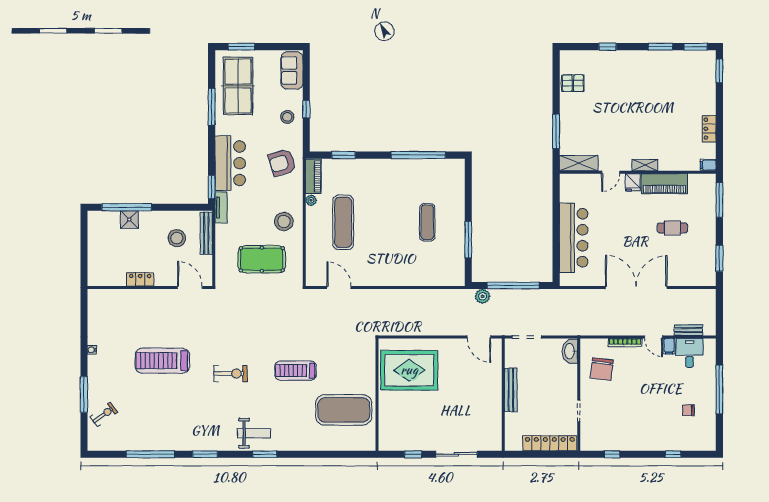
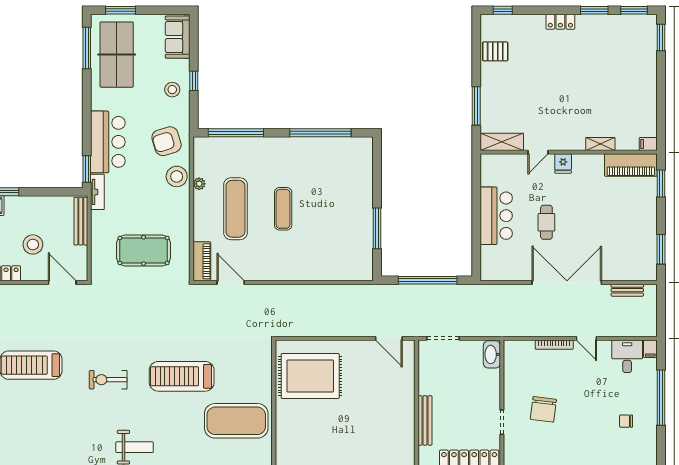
window: (607, 47) -> (503, 10), moved
window: (212, 107) -> (87, 48), moved
locker: (709, 129) -> (560, 22), moved, turned -90
window: (343, 155) -> (236, 133), width x2.11
shelving: (645, 165) -> (600, 144), moved
piano: (313, 176) -> (202, 261), moved
piano: (664, 184) -> (631, 165), moved
window: (719, 200) -> (661, 183), width x0.69
stool: (284, 222) -> (177, 176), moved
exercise mat: (427, 222) -> (283, 209), moved
cafe table: (672, 228) -> (546, 222), moved, turned 90
stool: (177, 238) -> (33, 244), moved
bar counter: (574, 238) -> (496, 216), width x0.73
plant: (483, 296) -> (393, 292), removed
bench: (688, 330) -> (627, 290), moved
filing cabinet: (669, 346) -> (650, 349), moved
chair: (602, 369) -> (543, 409), moved
treadmill: (296, 371) -> (182, 376), width x1.37, depth x1.38
exercise bike: (230, 374) -> (108, 380), turned 180
bench: (511, 390) -> (425, 420), moved

